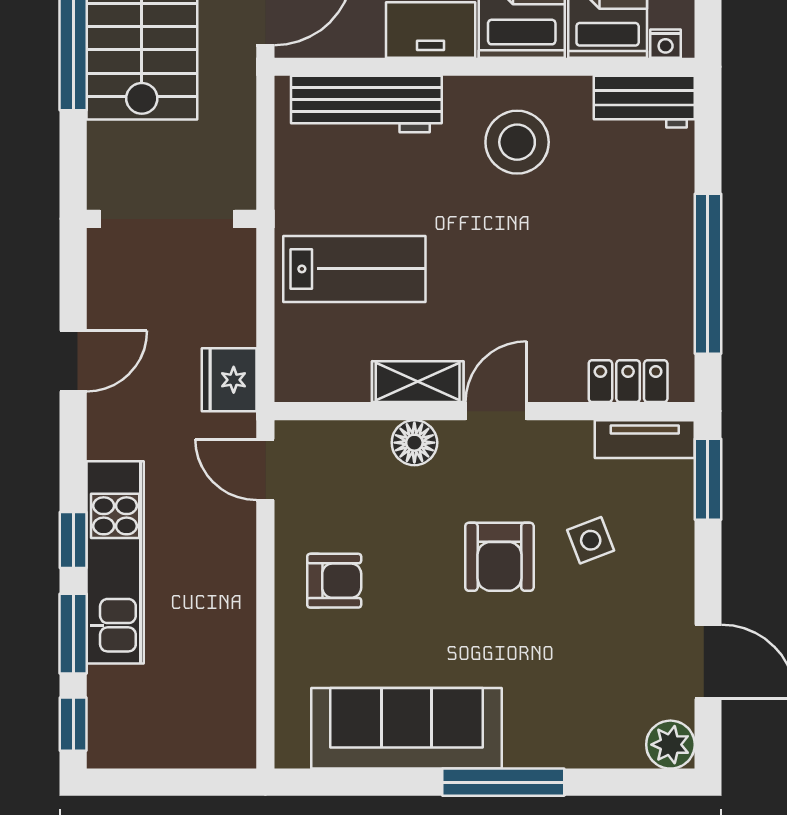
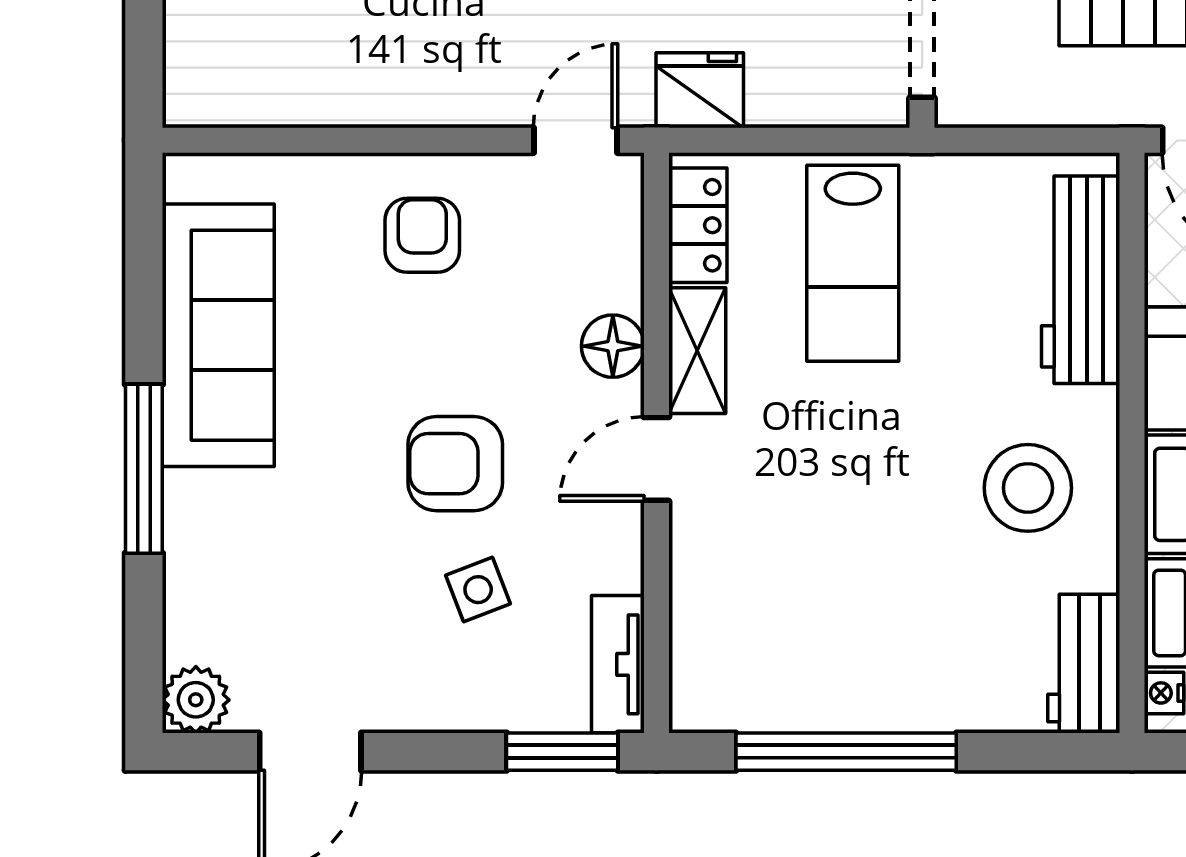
locker: (628, 381) -> (698, 225), moved
door: (496, 411) -> (656, 459), swing flipped
armchair: (334, 581) -> (422, 235), turned 180

